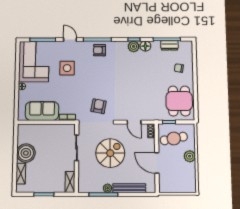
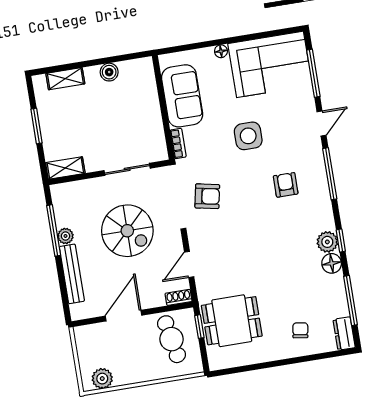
dresser: (169, 45) -> (344, 334), moved
armchair: (100, 50) -> (286, 185), moved
side table: (67, 68) -> (248, 136), moved
dining table: (179, 101) -> (232, 321), moved
boiler: (26, 153) -> (109, 72), width x0.54, depth x0.54
plant: (190, 156) -> (102, 379), moved

